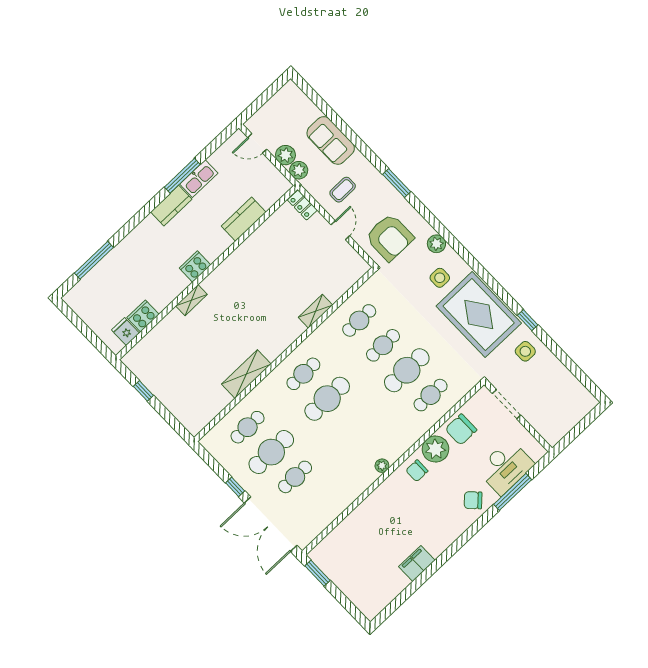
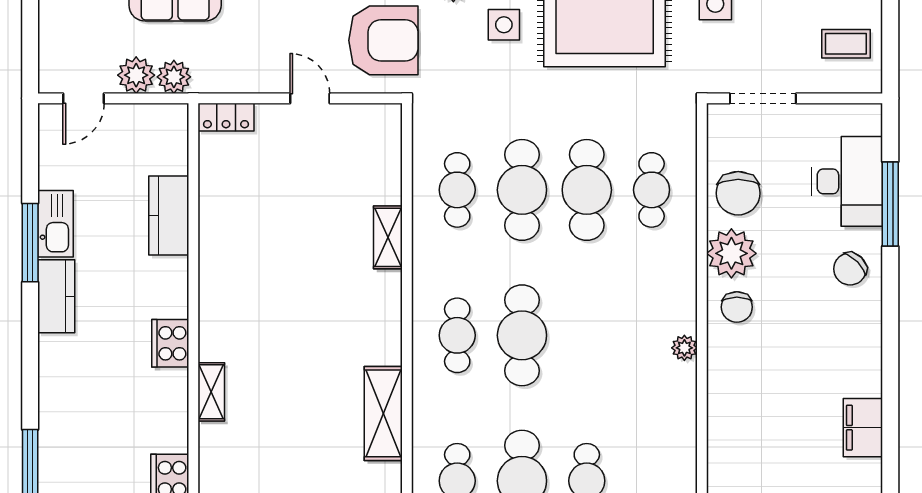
coffee table: (343, 190) -> (846, 44), moved, turned 90
cafe table: (383, 345) -> (522, 190), width x1.37, depth x1.35

